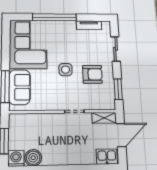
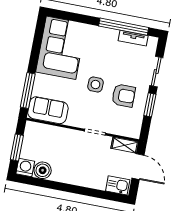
window: (54, 17) -> (124, 27), moved
sofa: (20, 87) -> (48, 110), moved, turned -90
window: (118, 89) -> (150, 105), moved
door: (121, 135) -> (138, 167), hinge flipped

